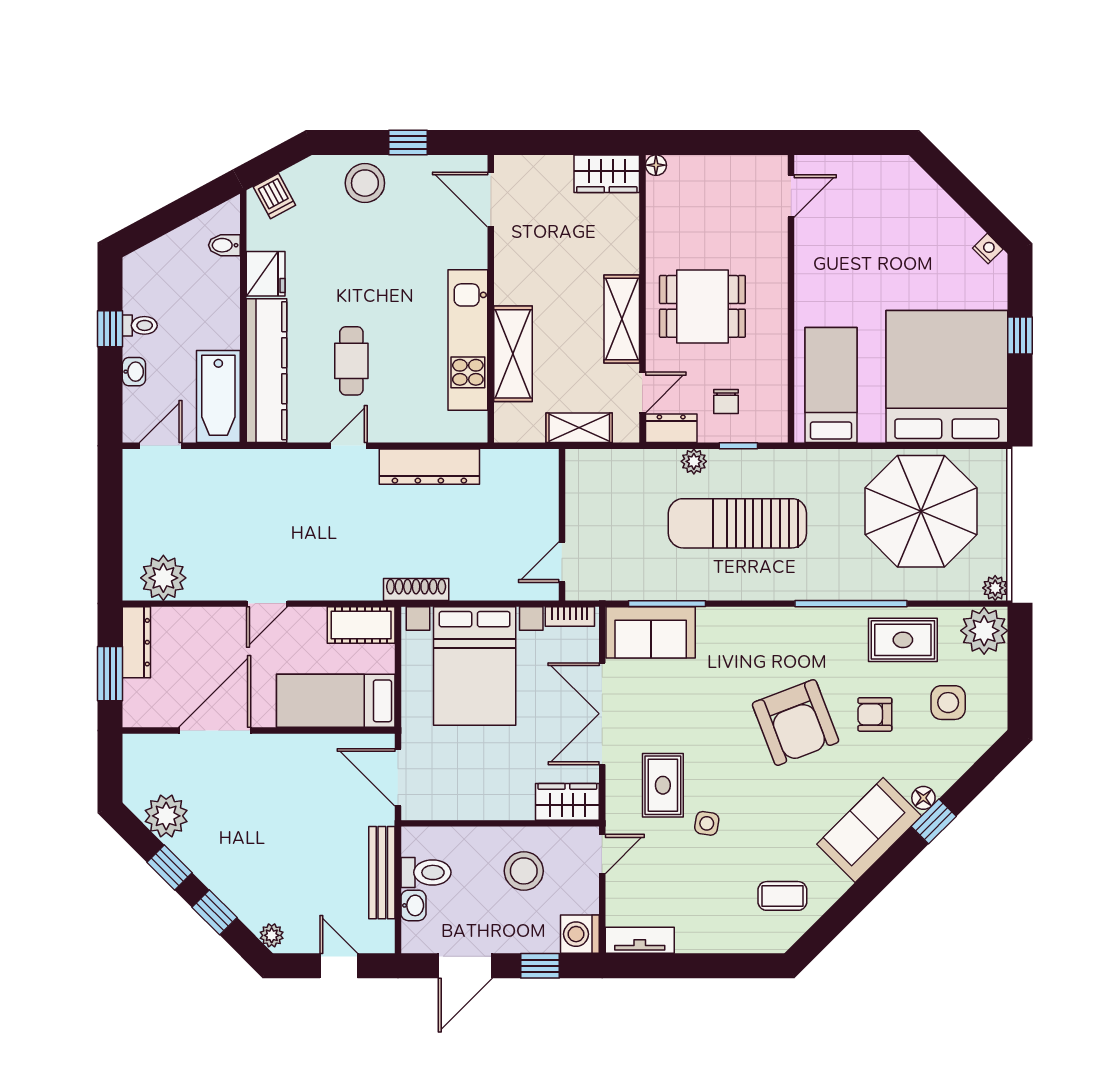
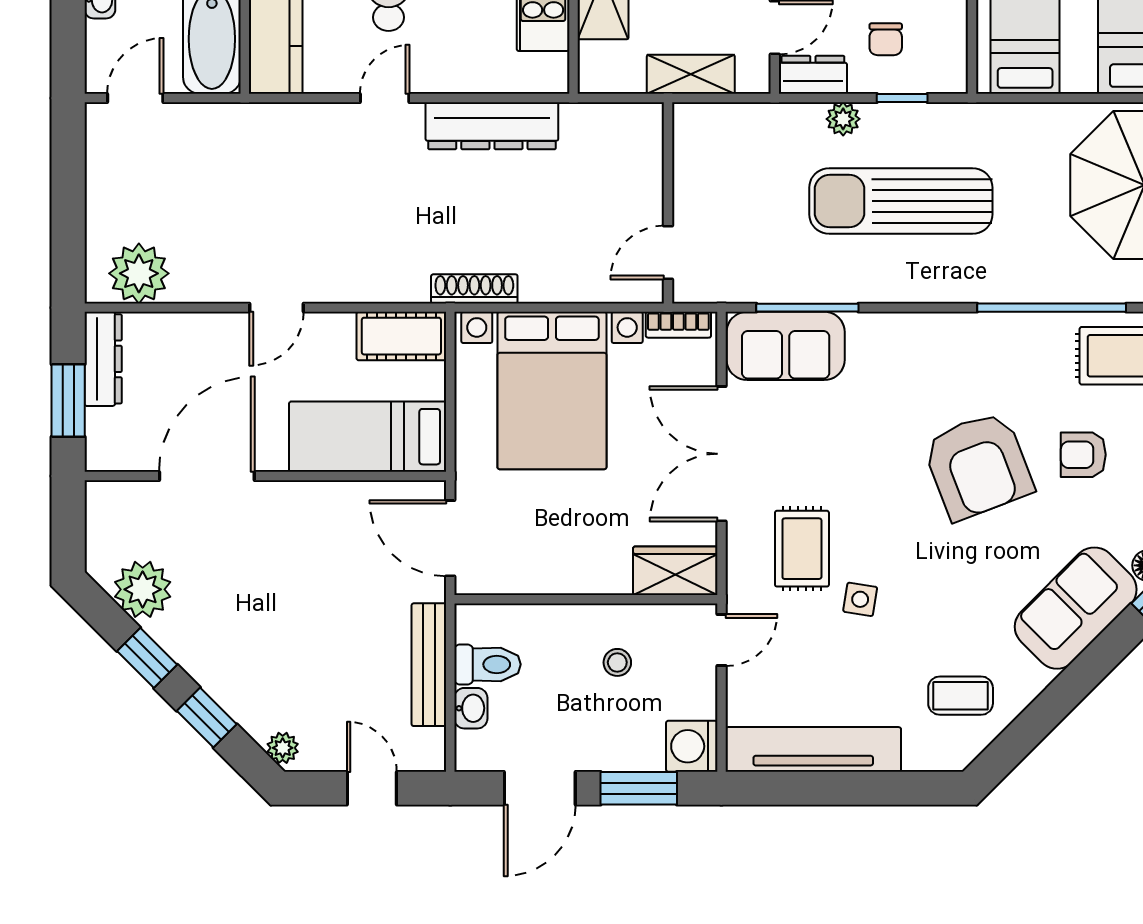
stool: (524, 871) -> (617, 662), width x0.53, depth x0.53
tv unit: (640, 940) -> (813, 749), width x1.92, depth x1.29
window: (540, 966) -> (639, 788), width x1.50

